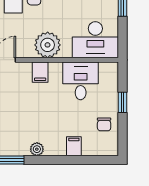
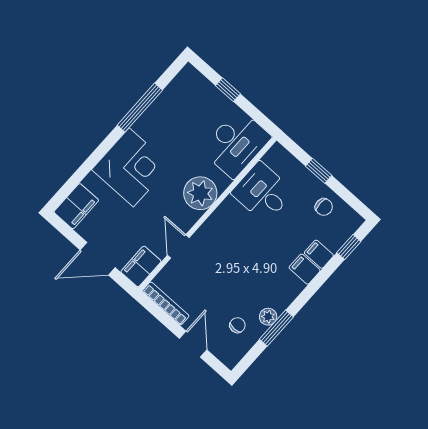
filing cabinet: (40, 72) -> (305, 269), moved, turned 180
plant: (37, 149) -> (268, 317), moved
window: (94, 160) -> (349, 247), added

